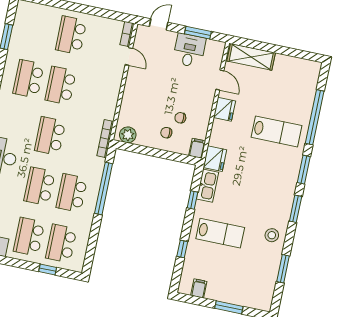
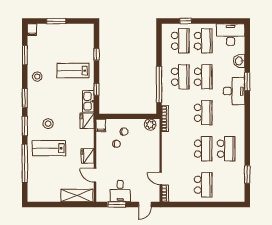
stool: (270, 166) -> (48, 124), added
filing cabinet: (199, 288) -> (32, 30), moved

